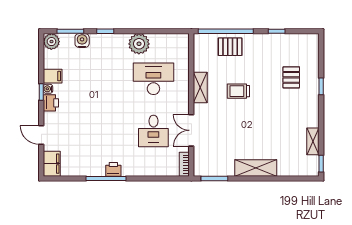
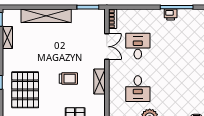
pallet: (291, 77) -> (25, 90), width x2.05, depth x2.00
desk: (153, 79) -> (138, 89), width x0.73
shelving: (256, 168) -> (46, 16), width x1.47

